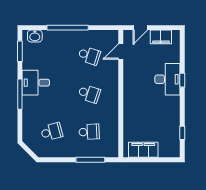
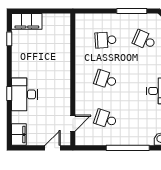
filing cabinet: (161, 37) -> (19, 135), moved, turned 90
school desk: (52, 132) -> (144, 40), turned 39
filing cabinet: (143, 150) -> (27, 21), moved
window: (90, 160) -> (132, 11), moved

